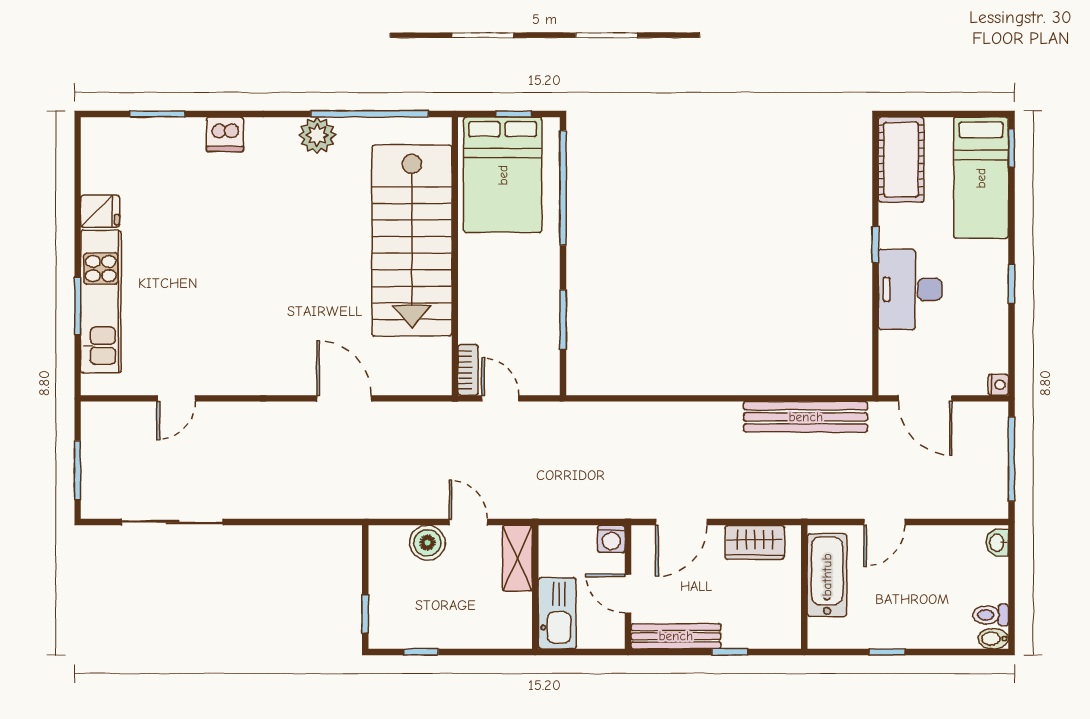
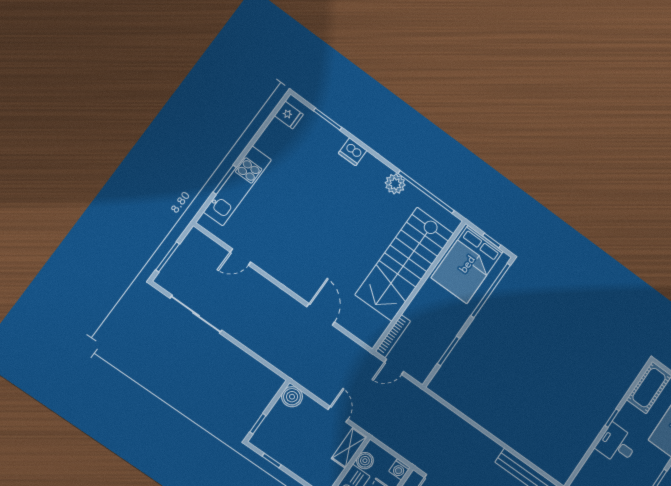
fridge: (100, 211) -> (289, 115), moved
desk: (910, 289) -> (617, 445), width x0.73
bookcase: (468, 370) -> (393, 336), width x1.56
door: (500, 398) -> (394, 367), swing flipped
boiler: (427, 543) -> (292, 397), moved
boiler: (553, 561) -> (365, 461), added

